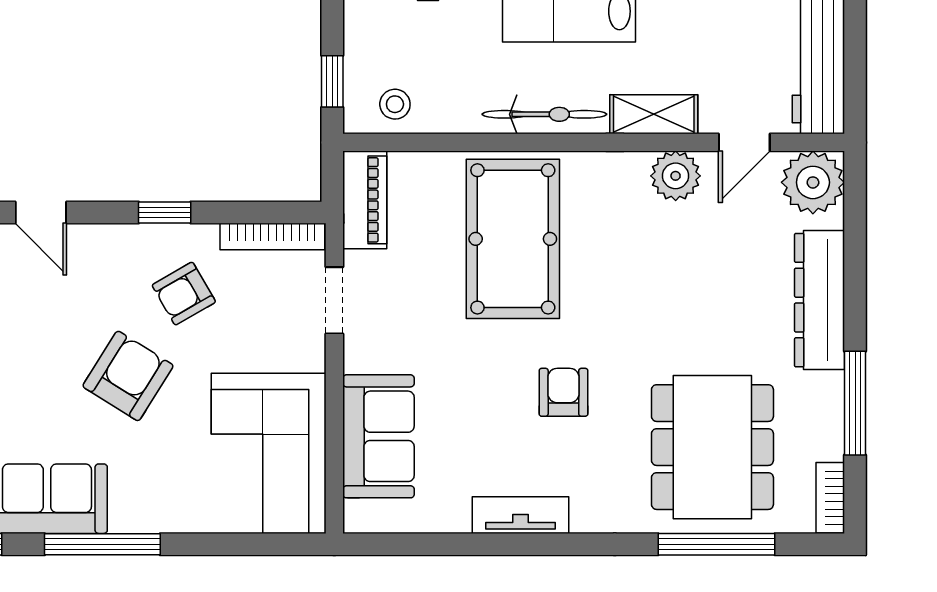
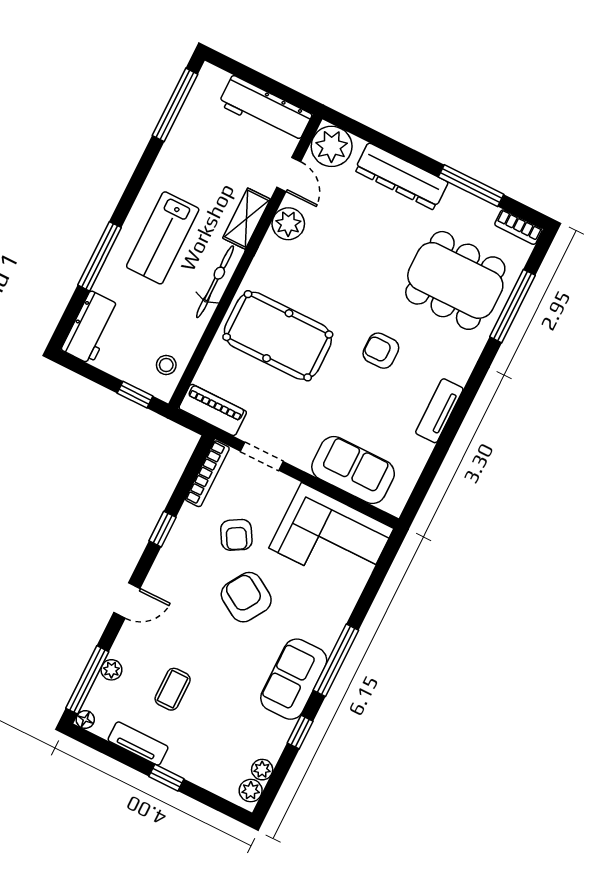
armchair: (184, 294) -> (236, 535), moved

